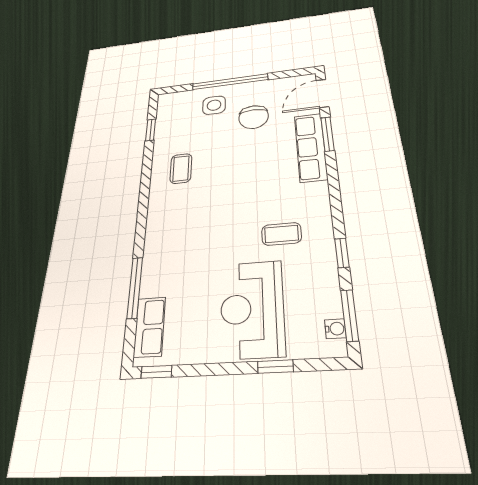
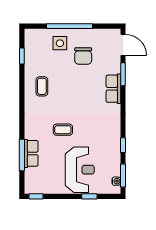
door: (323, 93) -> (123, 45), swing flipped
row of seats: (311, 147) -> (113, 89), width x0.68
coffee table: (281, 234) -> (63, 130), moved
reception desk: (252, 309) -> (80, 170), turned 180
row of seats: (150, 327) -> (31, 153), moved

